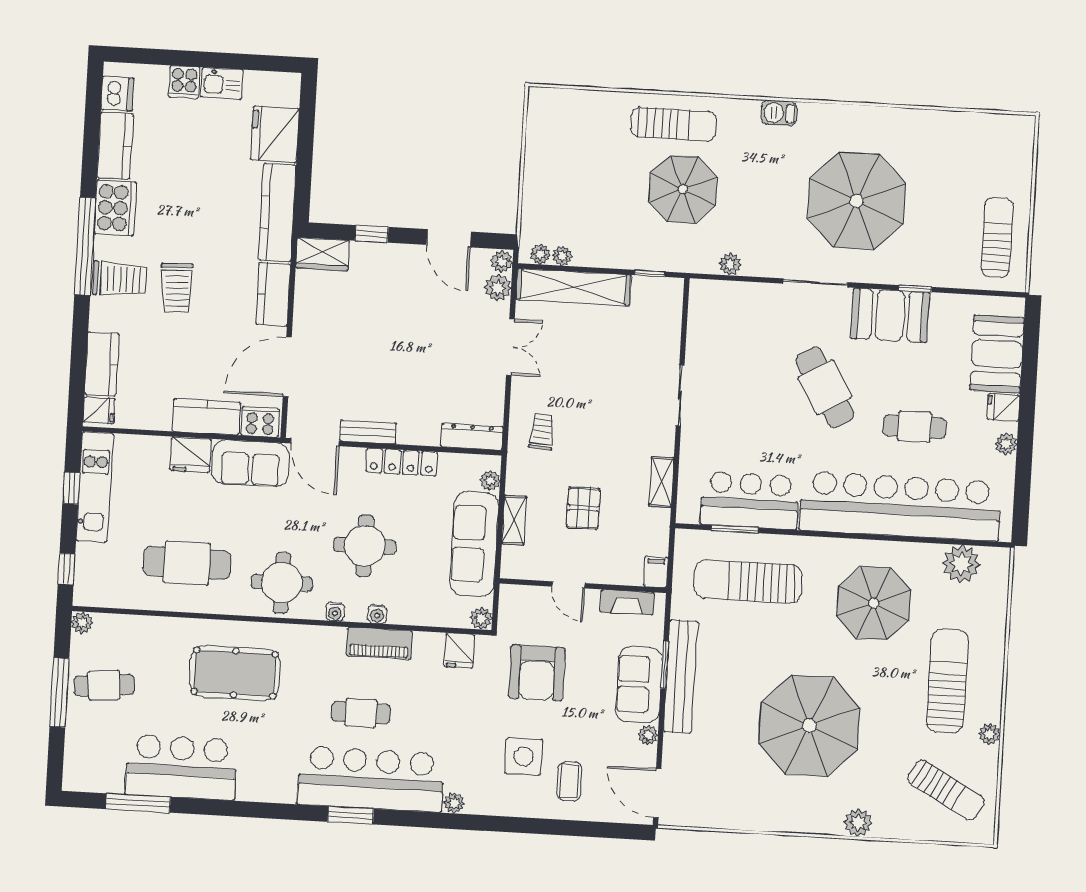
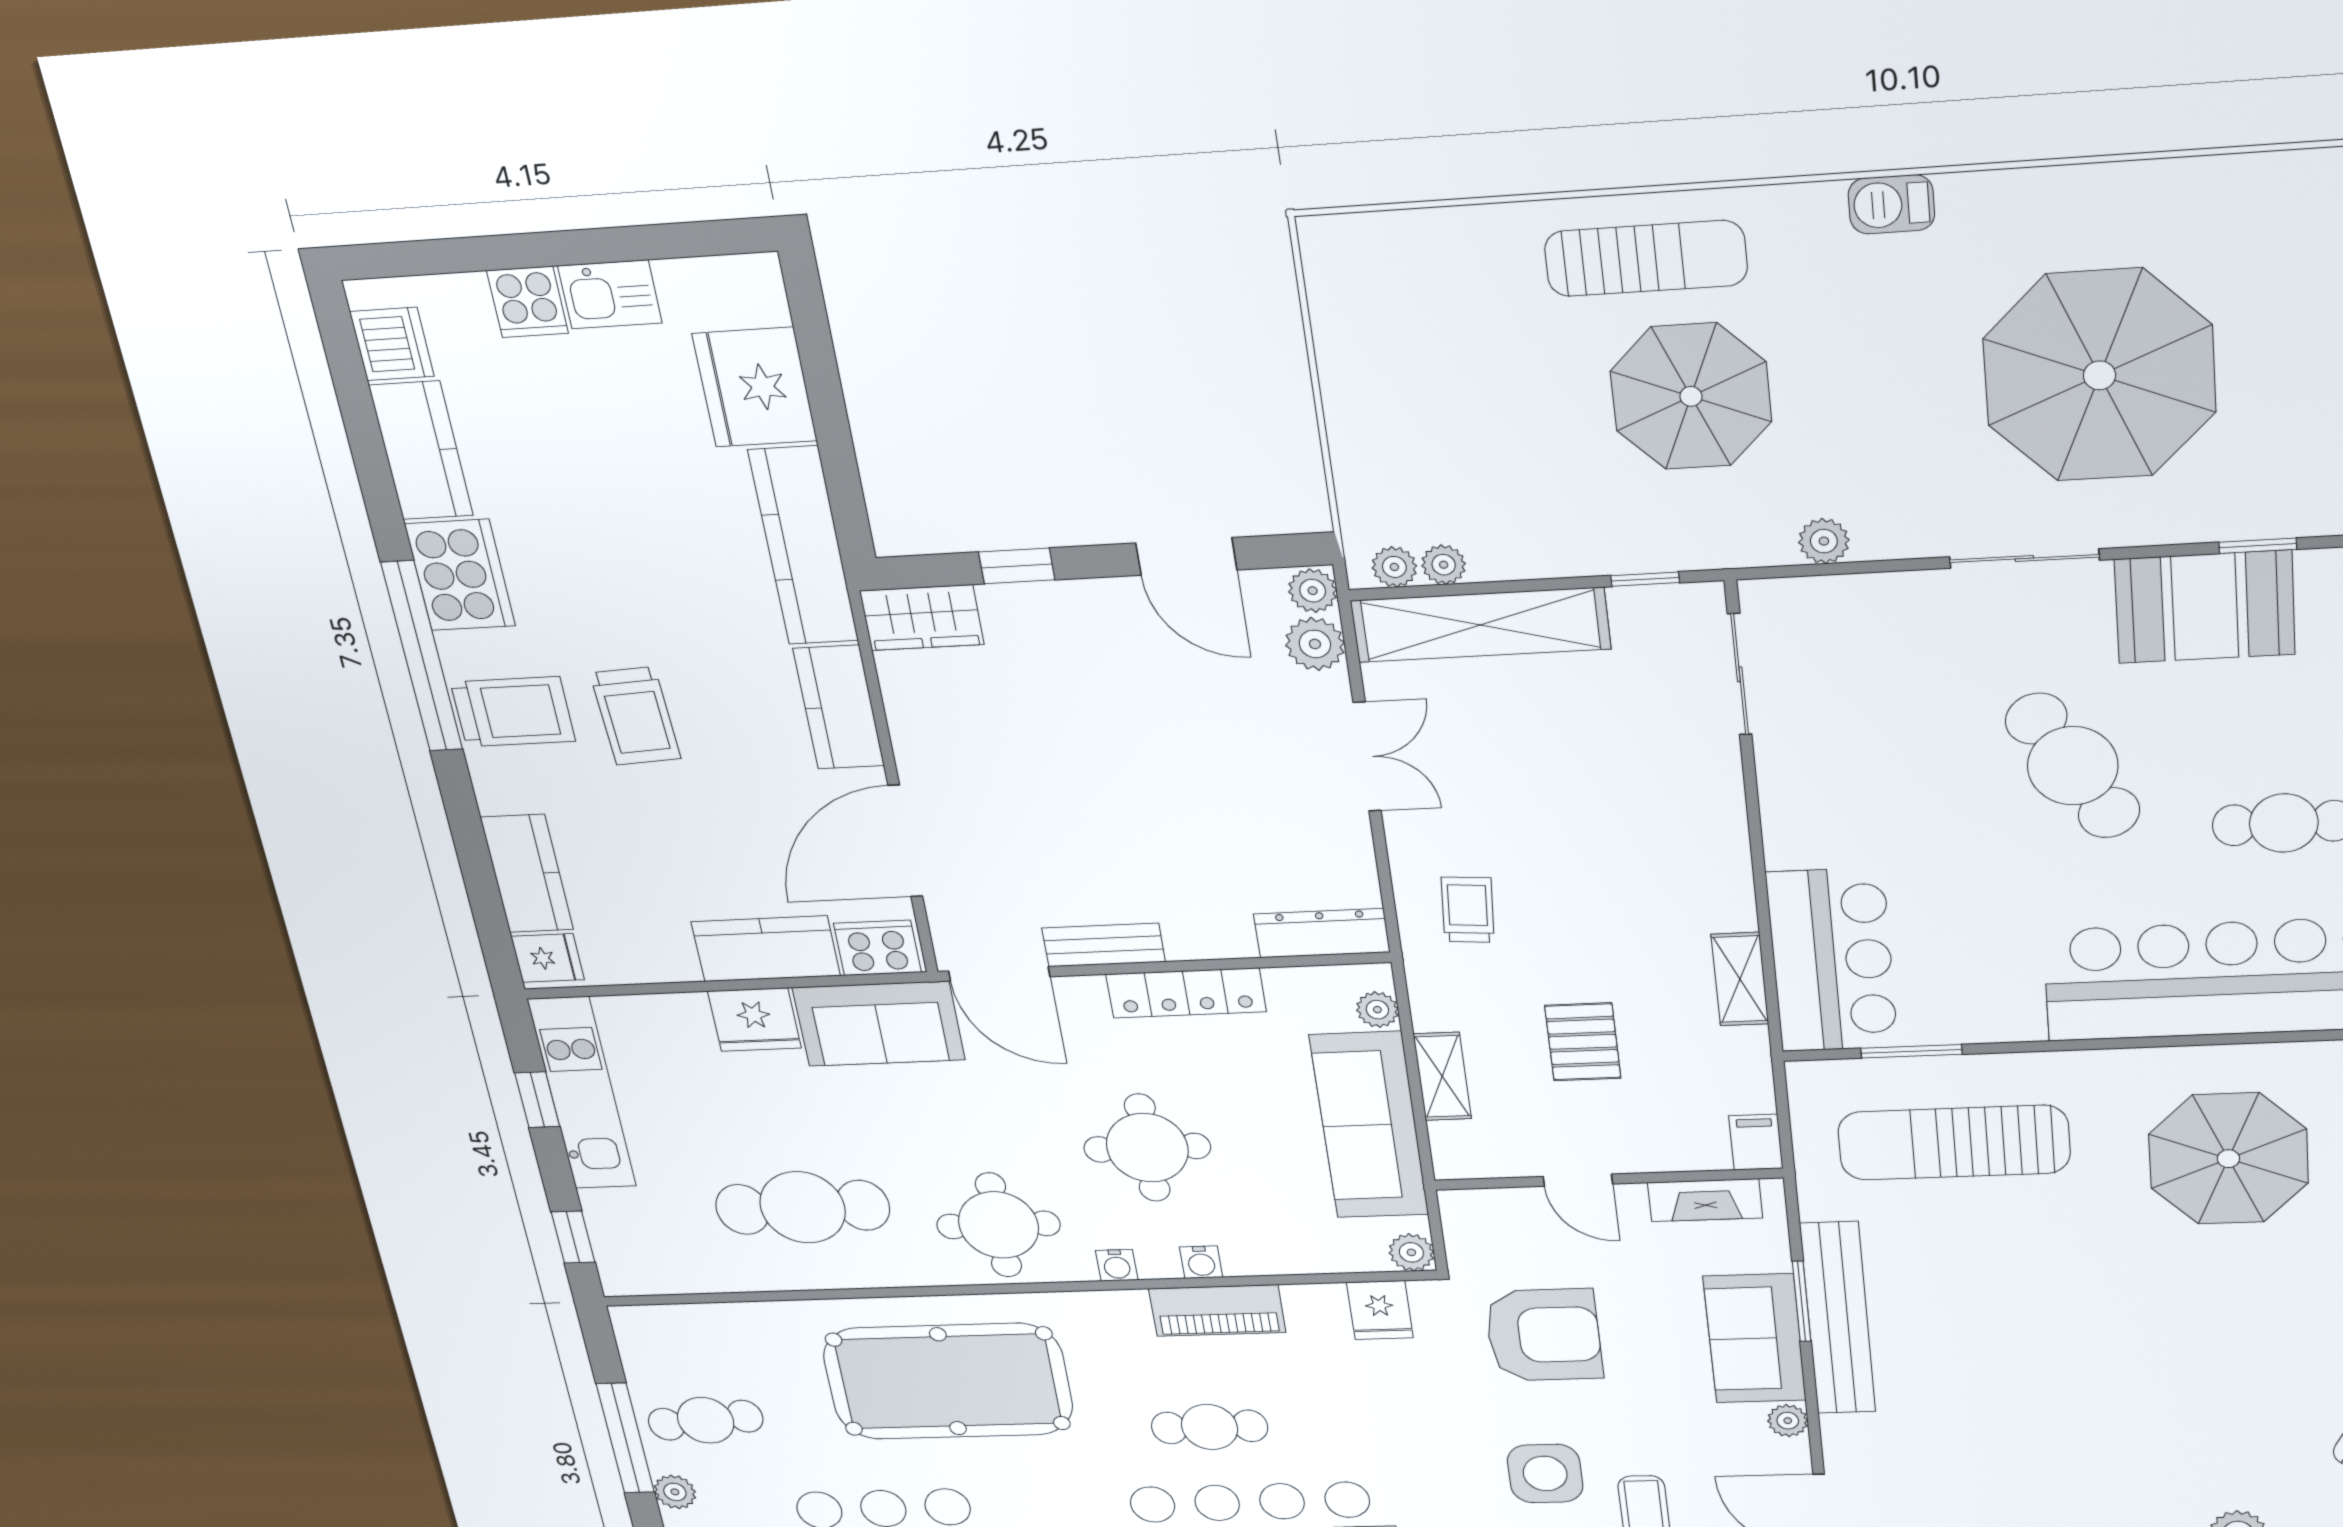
sliding door: (680, 396) -> (1740, 674), moved
bar counter: (750, 500) -> (1832, 960), moved, turned 90
plant: (82, 623) -> (675, 1492), moved
pool table: (235, 673) -> (948, 1381), width x1.36, depth x1.32
armchair: (537, 673) -> (1544, 1335), turned -90
parasol: (809, 726) -> (2117, 1381), removed

